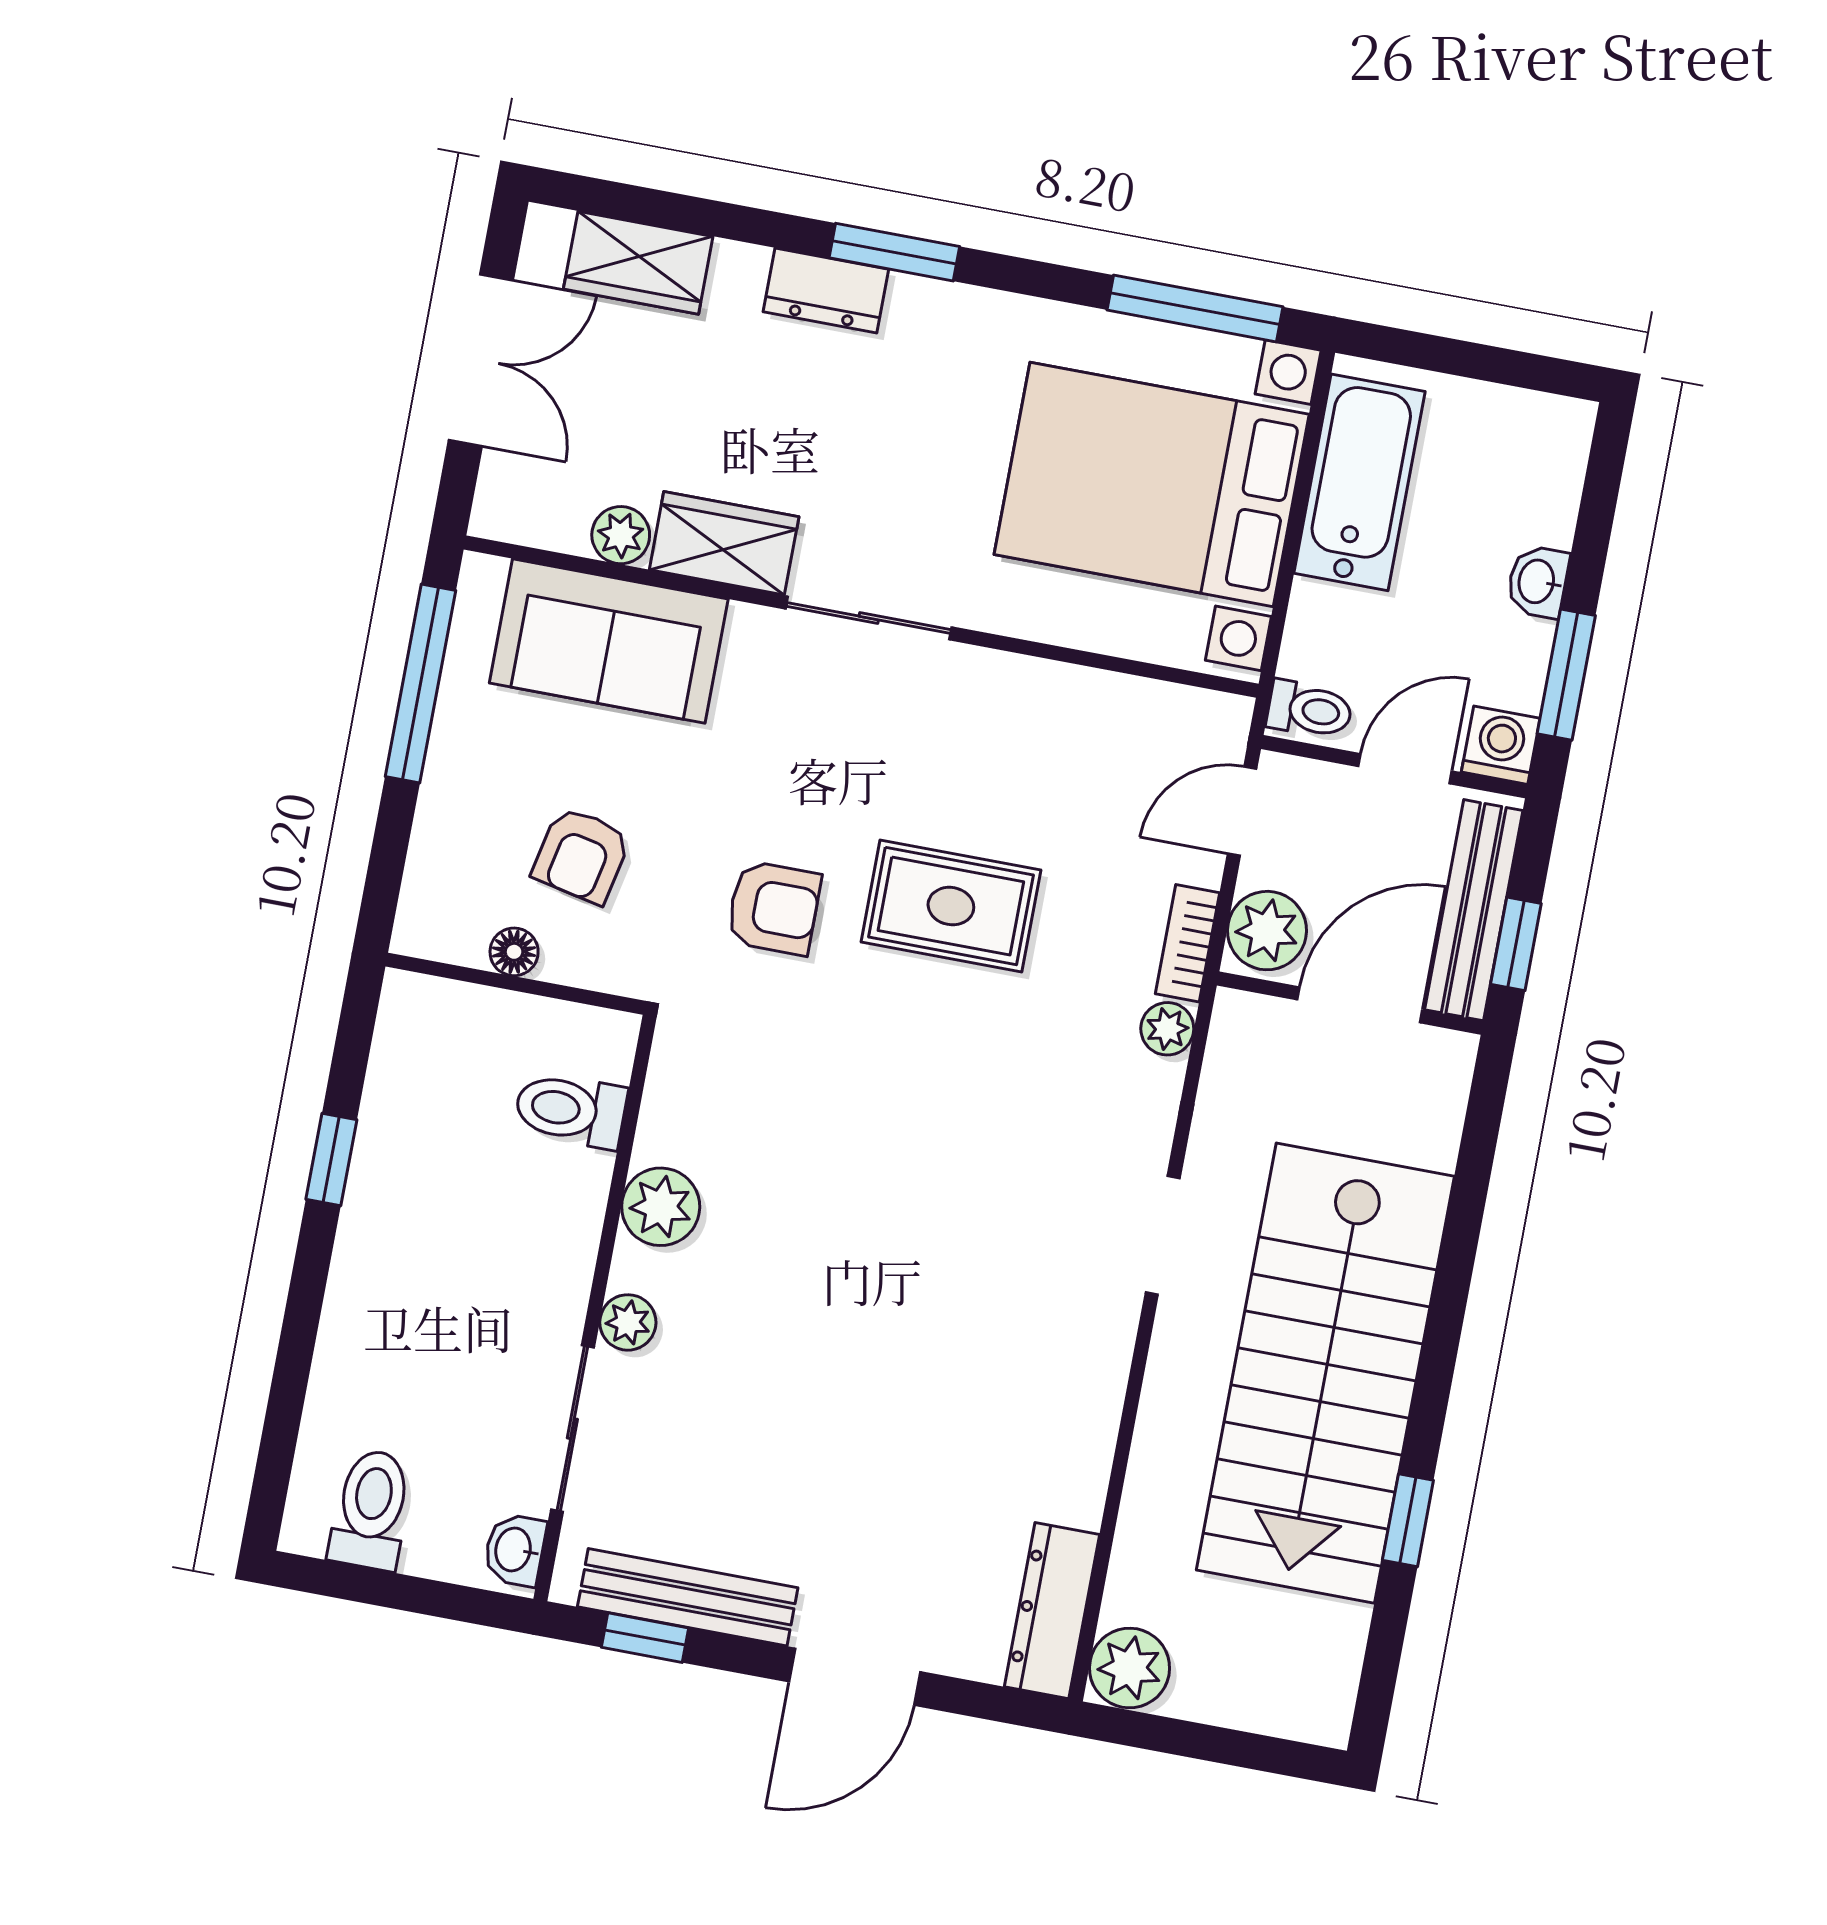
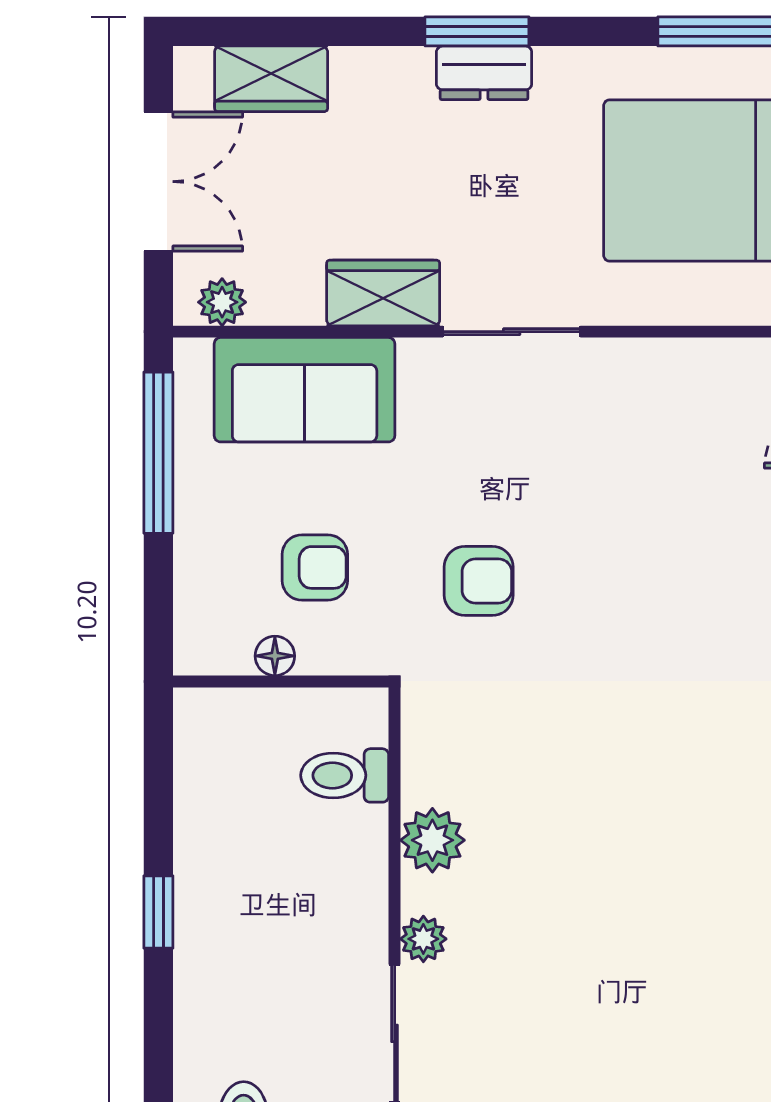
dresser: (826, 290) -> (484, 73), moved
plant: (621, 535) -> (222, 302), moved
armchair: (581, 855) -> (315, 567), turned -102
rug: (951, 906) -> (622, 553), removed
window: (331, 1159) -> (158, 912), moved

